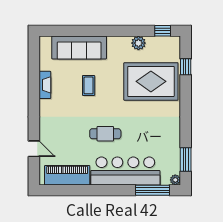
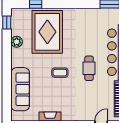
coffee table: (89, 85) -> (60, 73), moved

